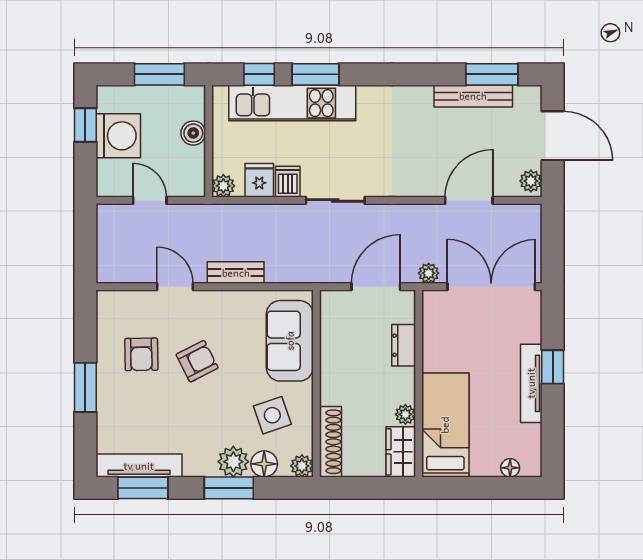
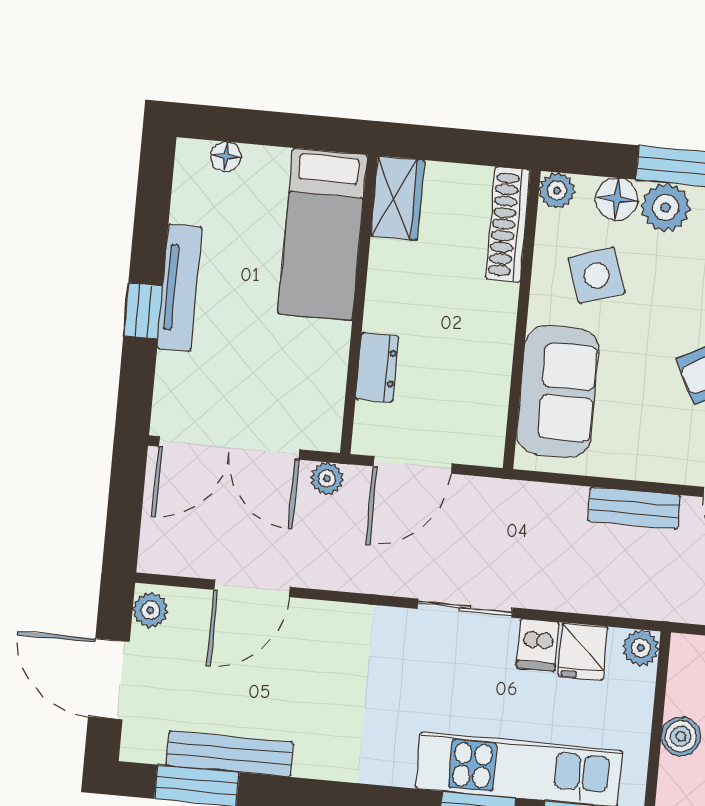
plant: (405, 414) -> (385, 257), removed

